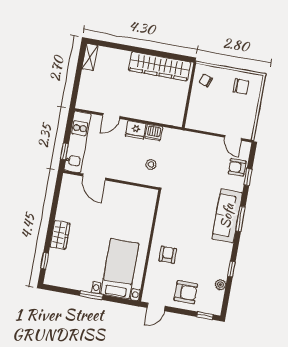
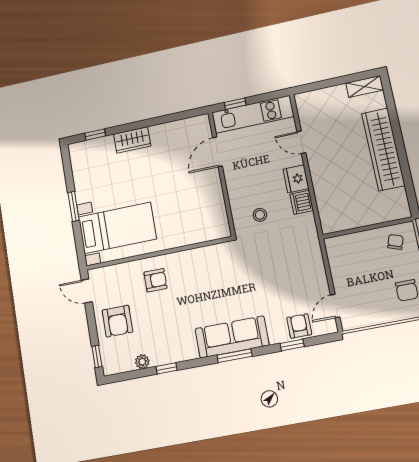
wardrobe: (160, 66) -> (383, 149), moved

